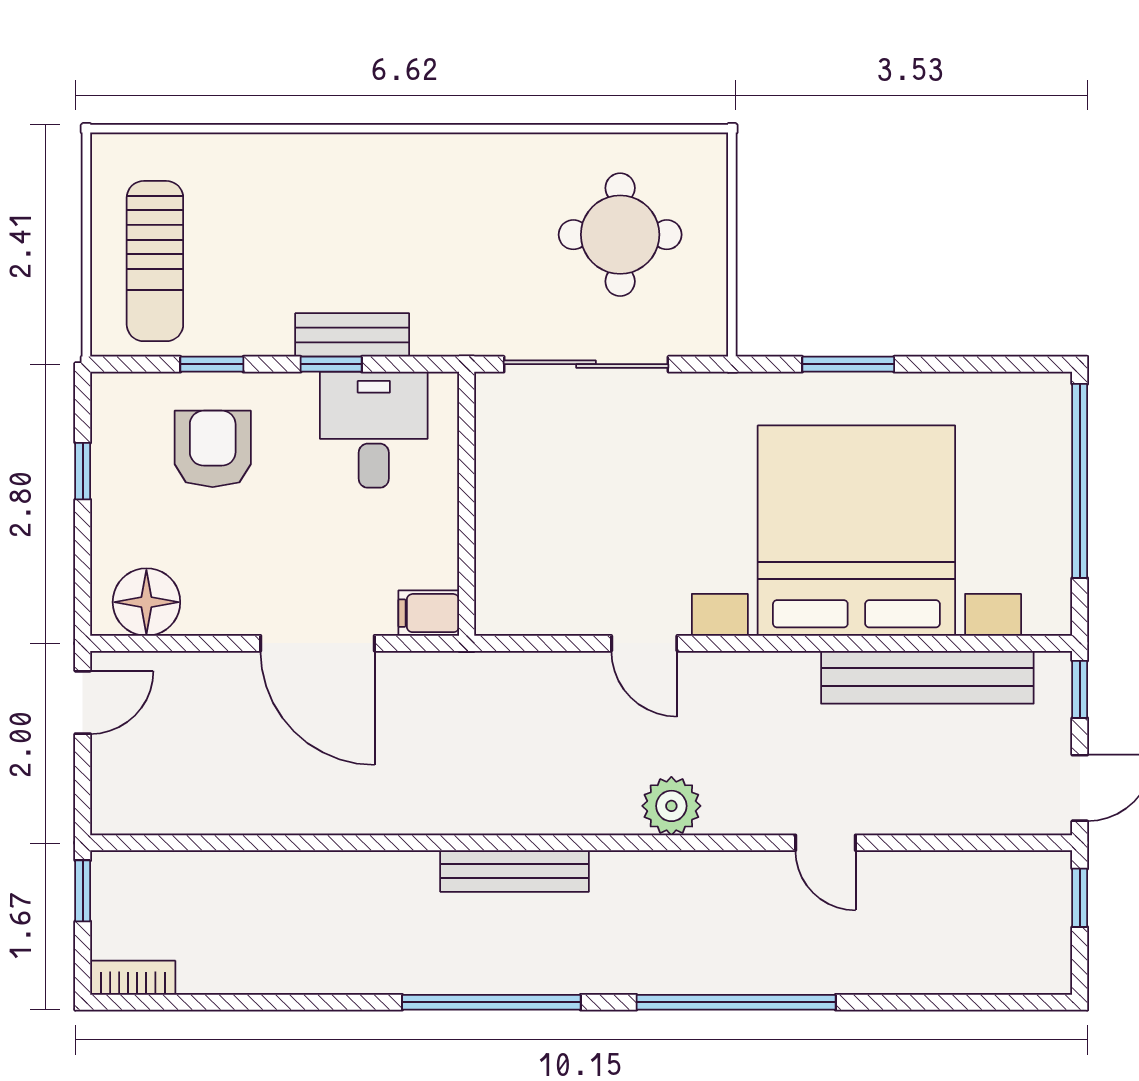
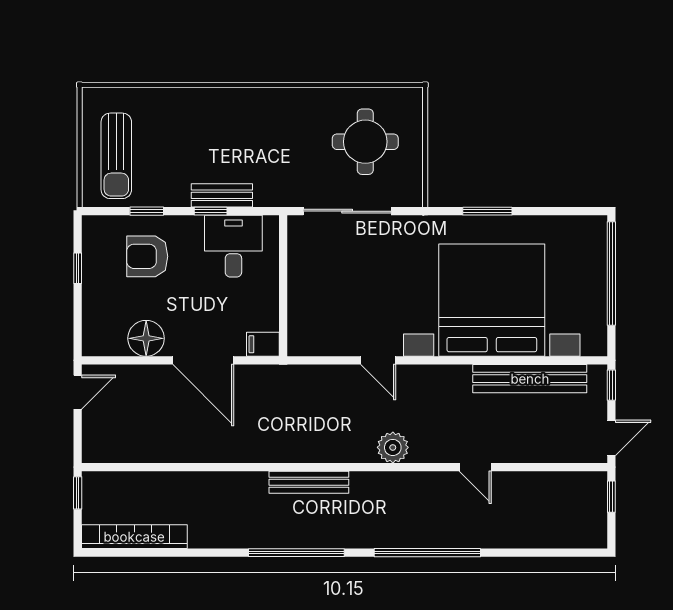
armchair: (213, 449) -> (147, 256), turned -90
floor lamp: (146, 602) -> (146, 338), moved
bookcase: (133, 978) -> (134, 537), width x2.31, depth x1.31

